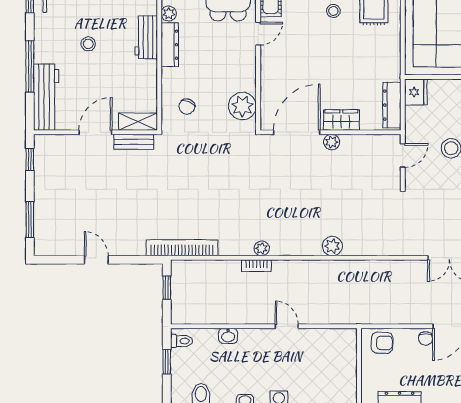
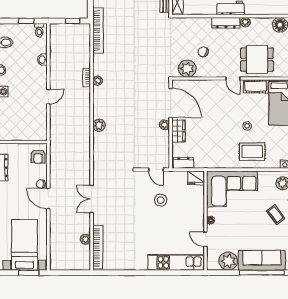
dresser: (392, 105) -> (183, 163), width x0.70
chair: (187, 106) -> (203, 52), moved

